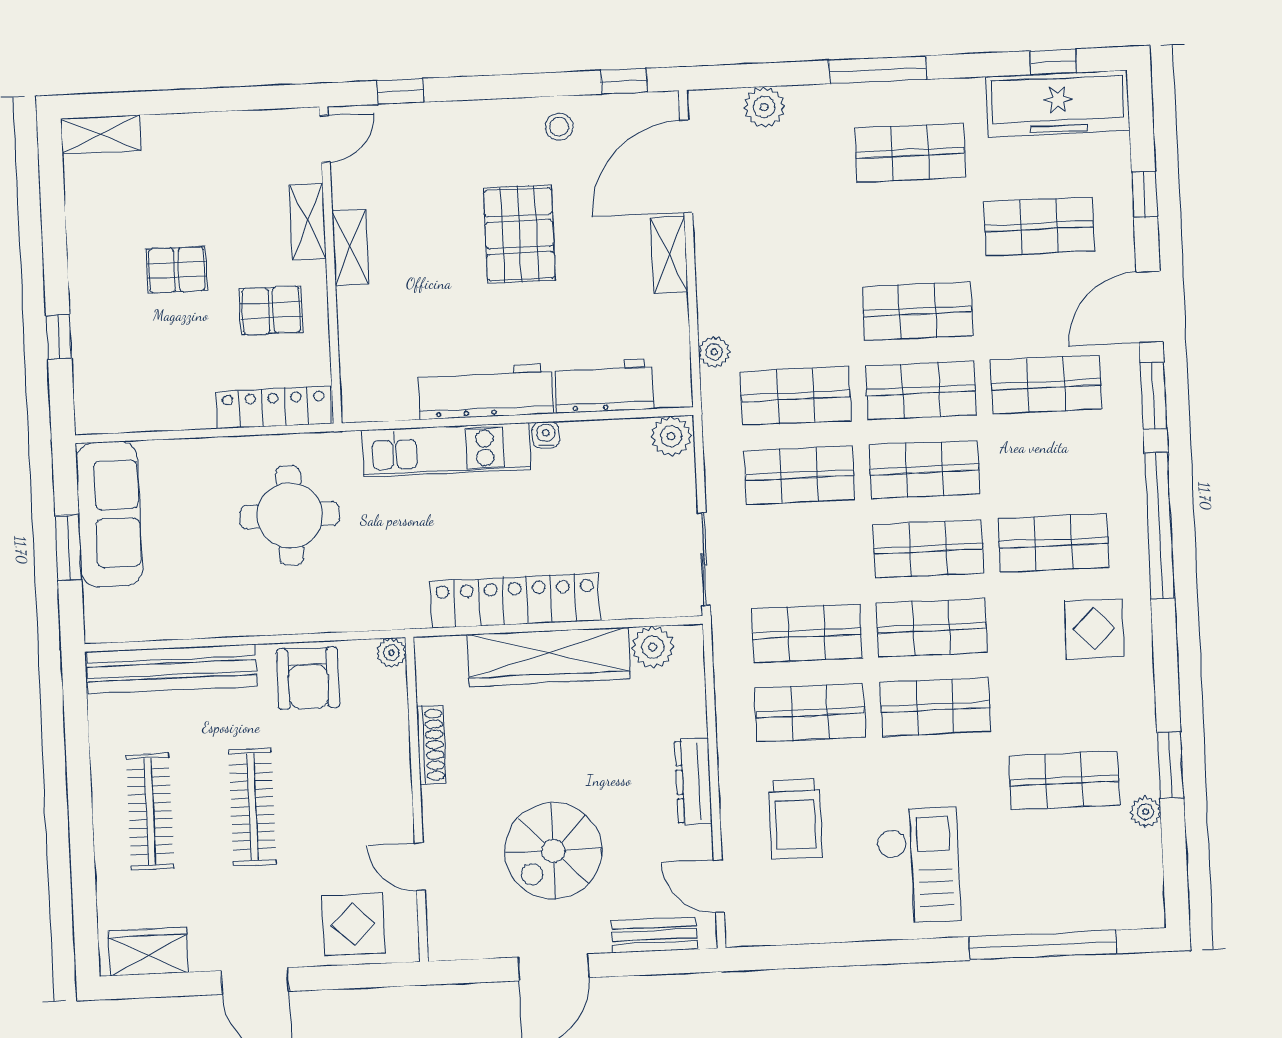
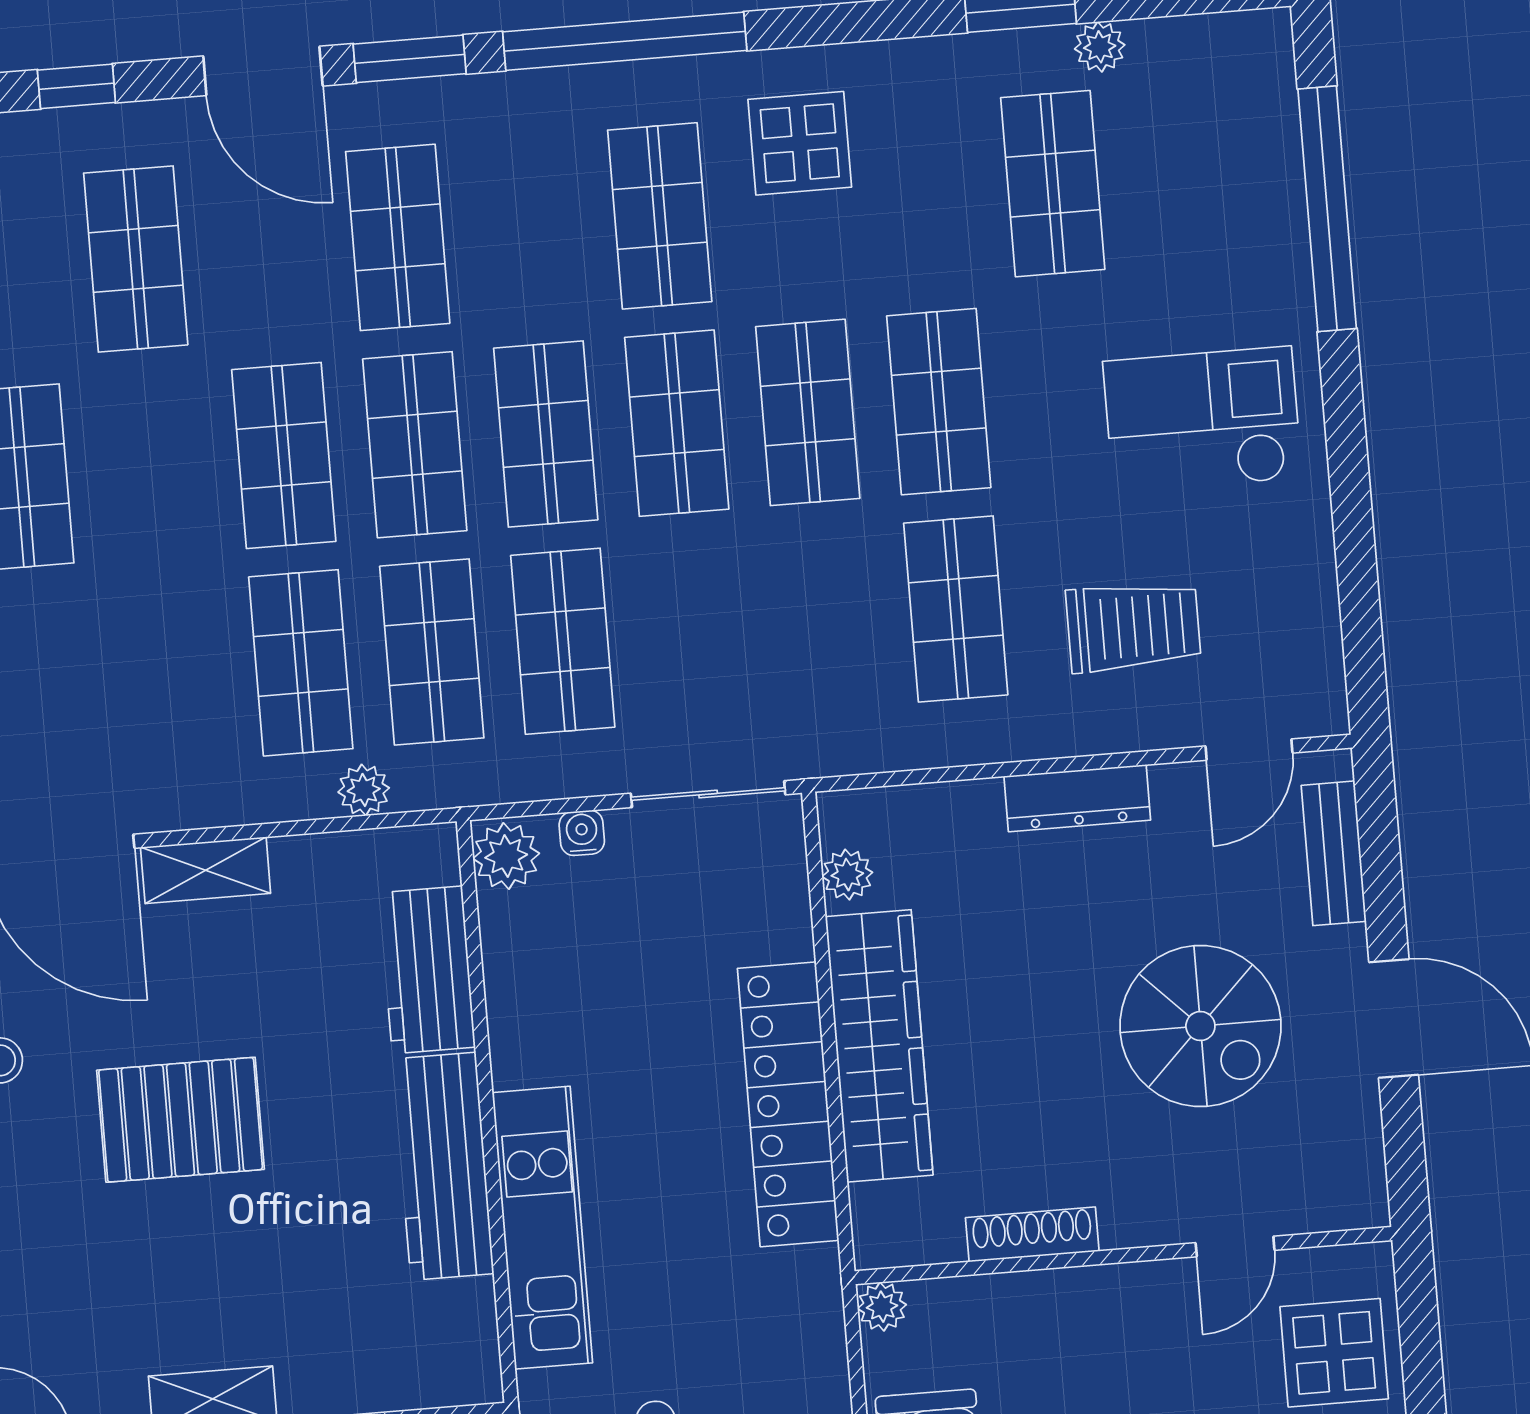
water cooler: (546, 435) -> (582, 833), moved, turned 90
shop shelf: (806, 633) -> (301, 663), moved
plant: (653, 647) -> (847, 875), width x0.73, depth x0.73

